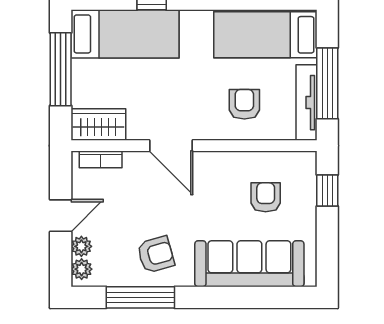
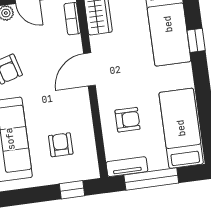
tv unit: (307, 103) -> (127, 167), width x0.71
armchair: (266, 197) -> (61, 145), turned -90

